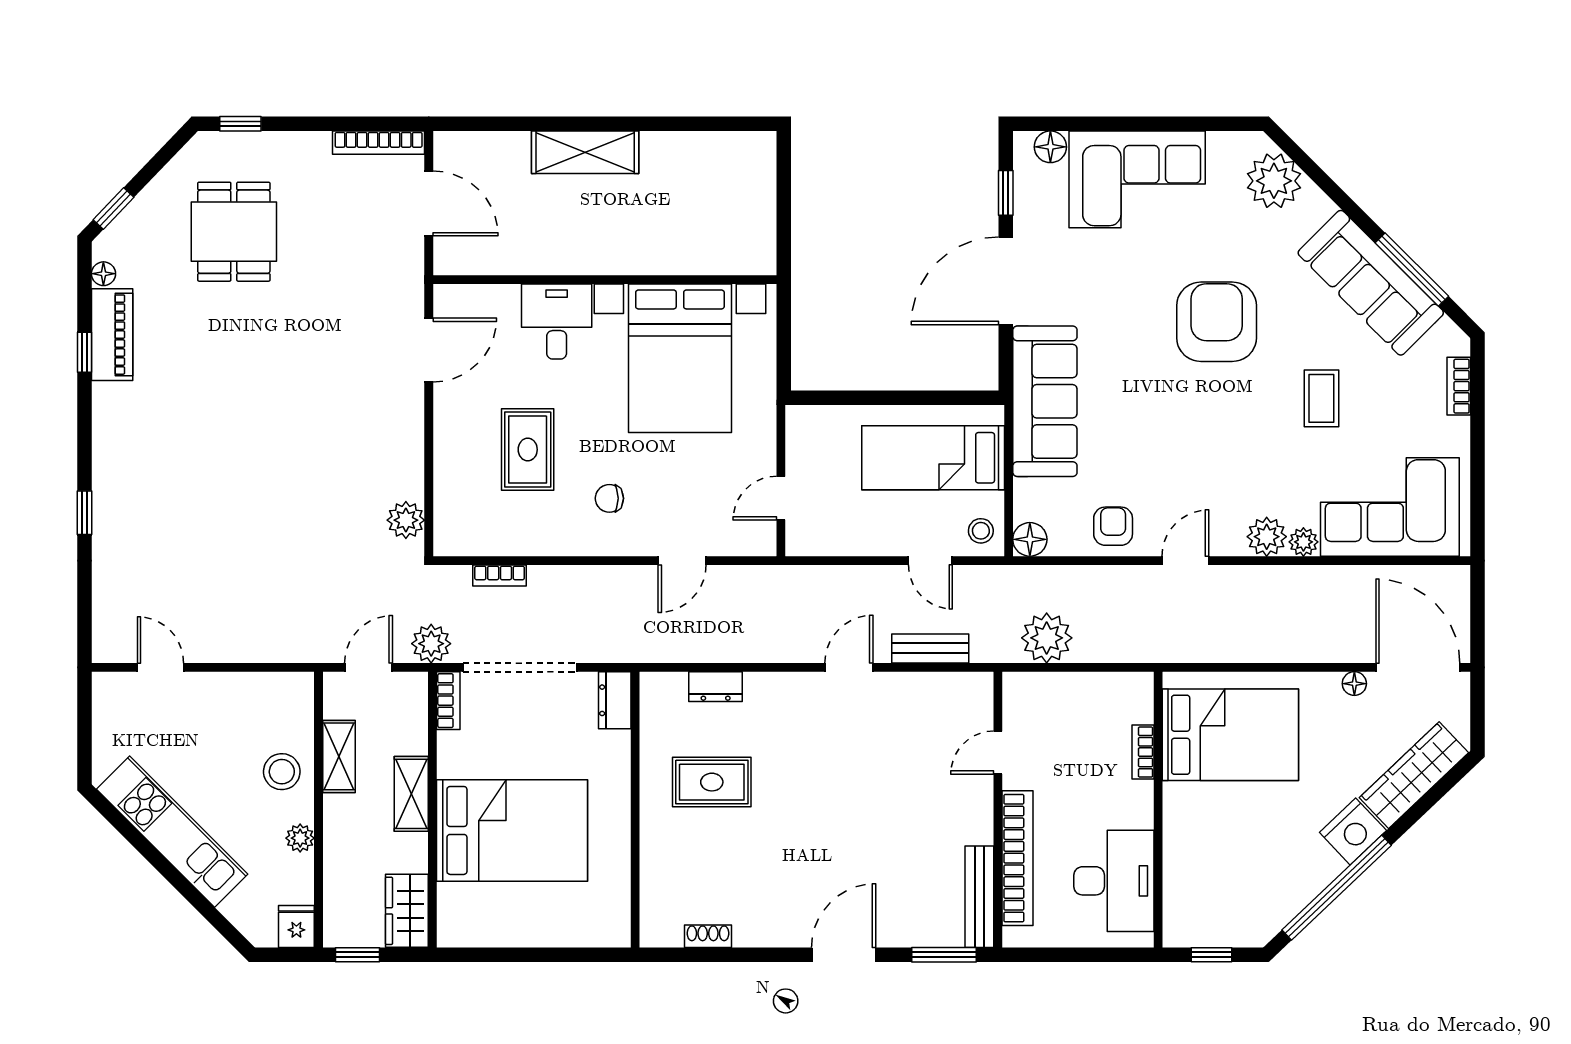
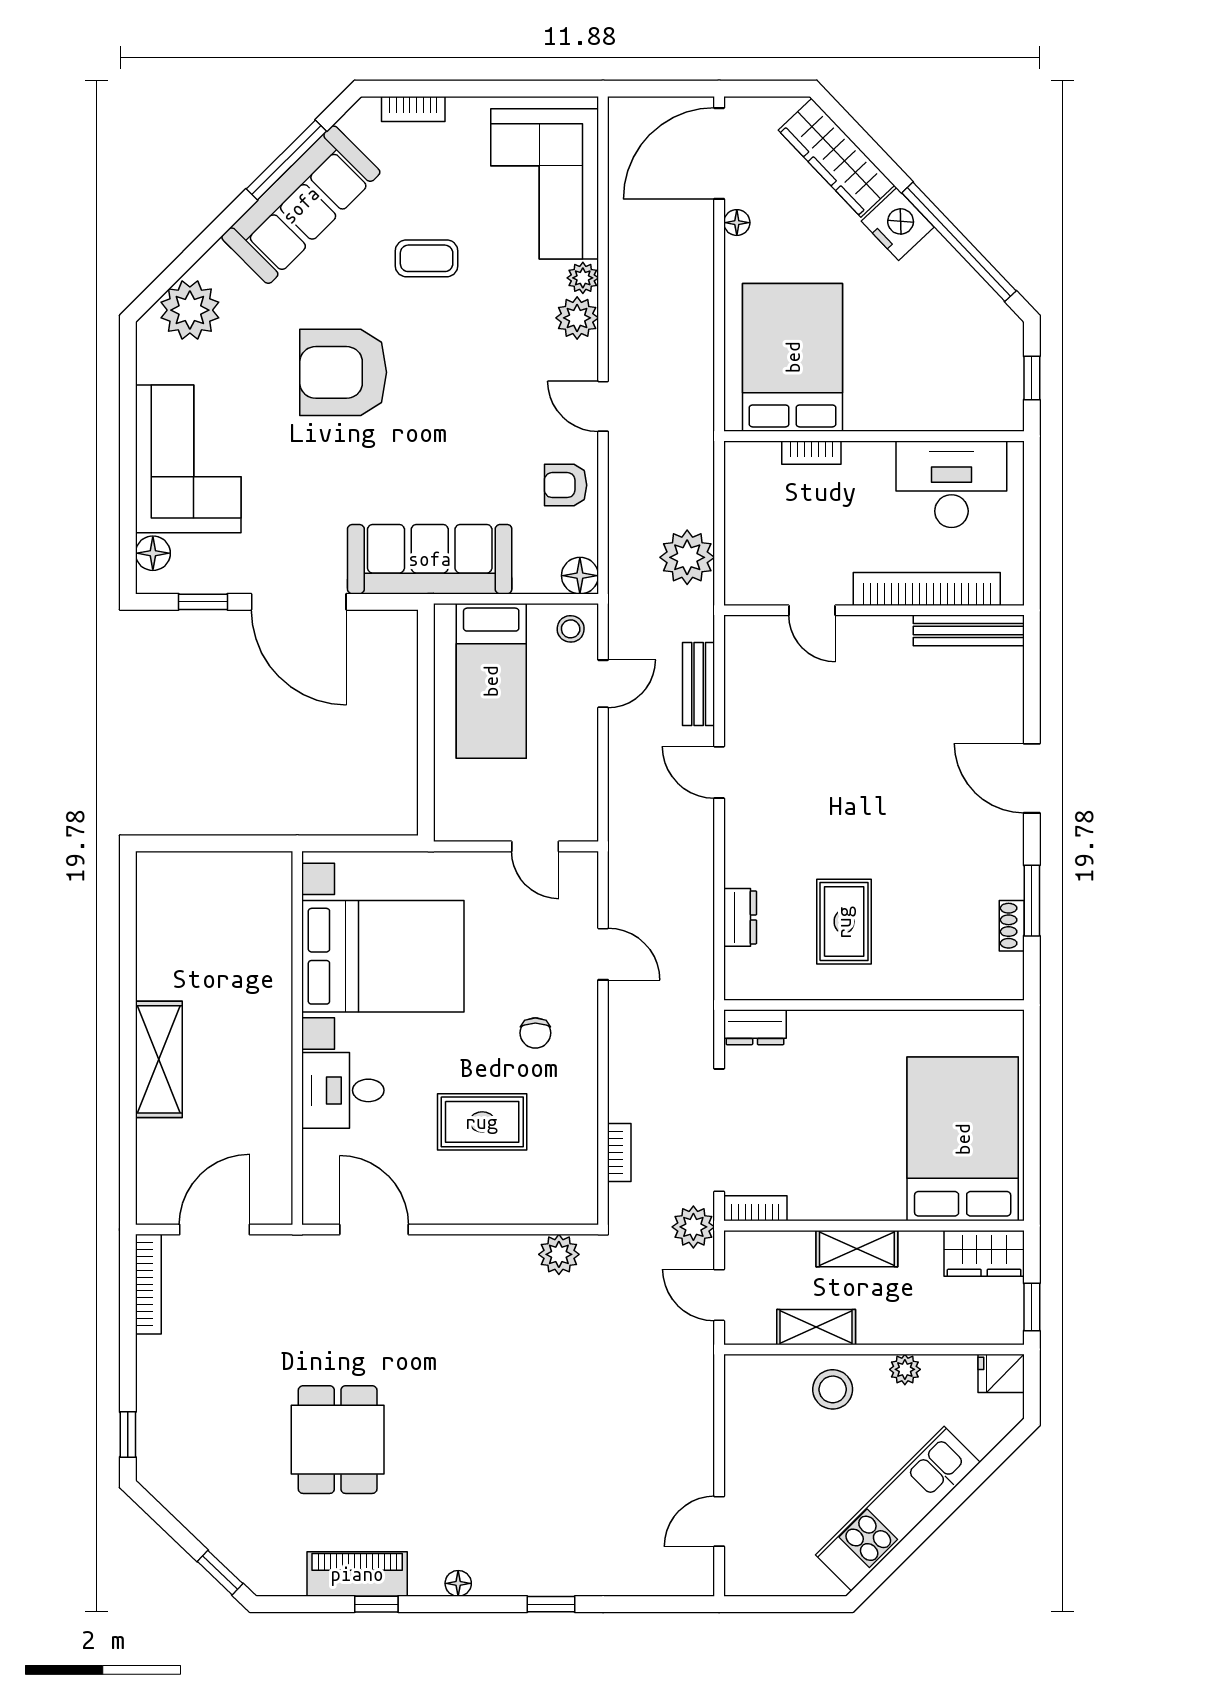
dining table: (234, 232) -> (338, 1440), moved, turned 90
floor lamp: (103, 274) -> (458, 1583), moved
bed: (512, 830) -> (963, 1139), moved
window: (944, 955) -> (1032, 901), moved

